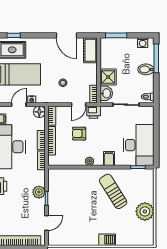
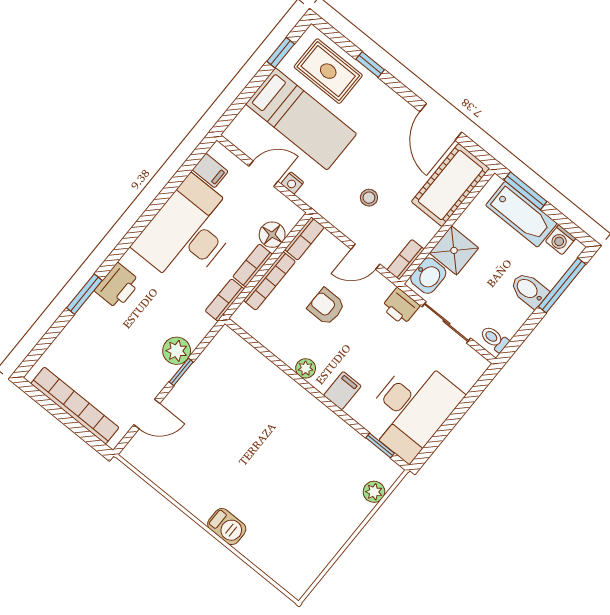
window: (14, 35) -> (370, 65), moved
bathtub: (121, 45) -> (521, 214), added
cot: (90, 50) -> (451, 185), width x1.37, depth x1.34
floor lamp: (39, 112) -> (272, 235), moved
printer: (94, 112) -> (400, 306), moved
sun lounger: (113, 191) -> (304, 453), removed
plant: (145, 211) -> (374, 492), moved, width x0.53, depth x0.53

